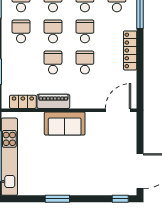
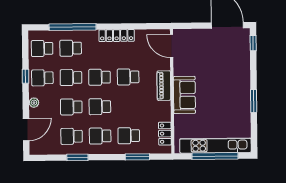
school desk: (53, 62) -> (129, 136), moved
piano: (53, 101) -> (164, 86), moved

